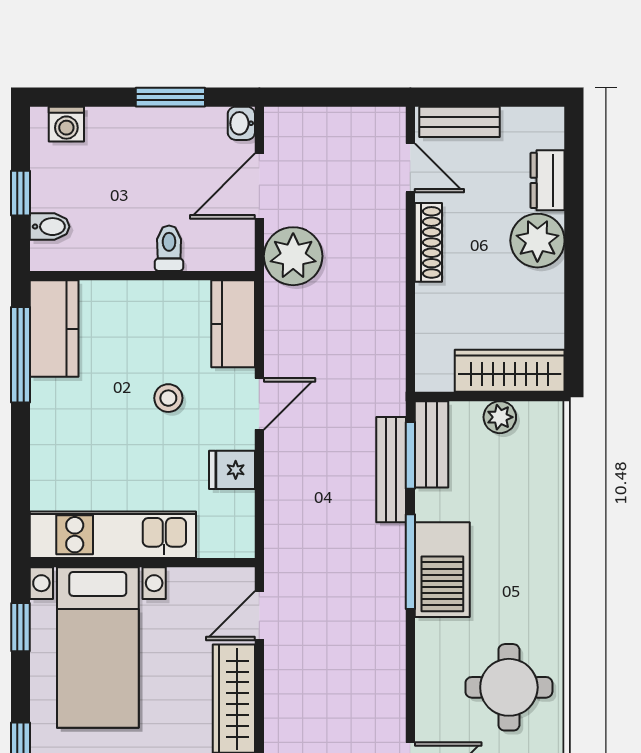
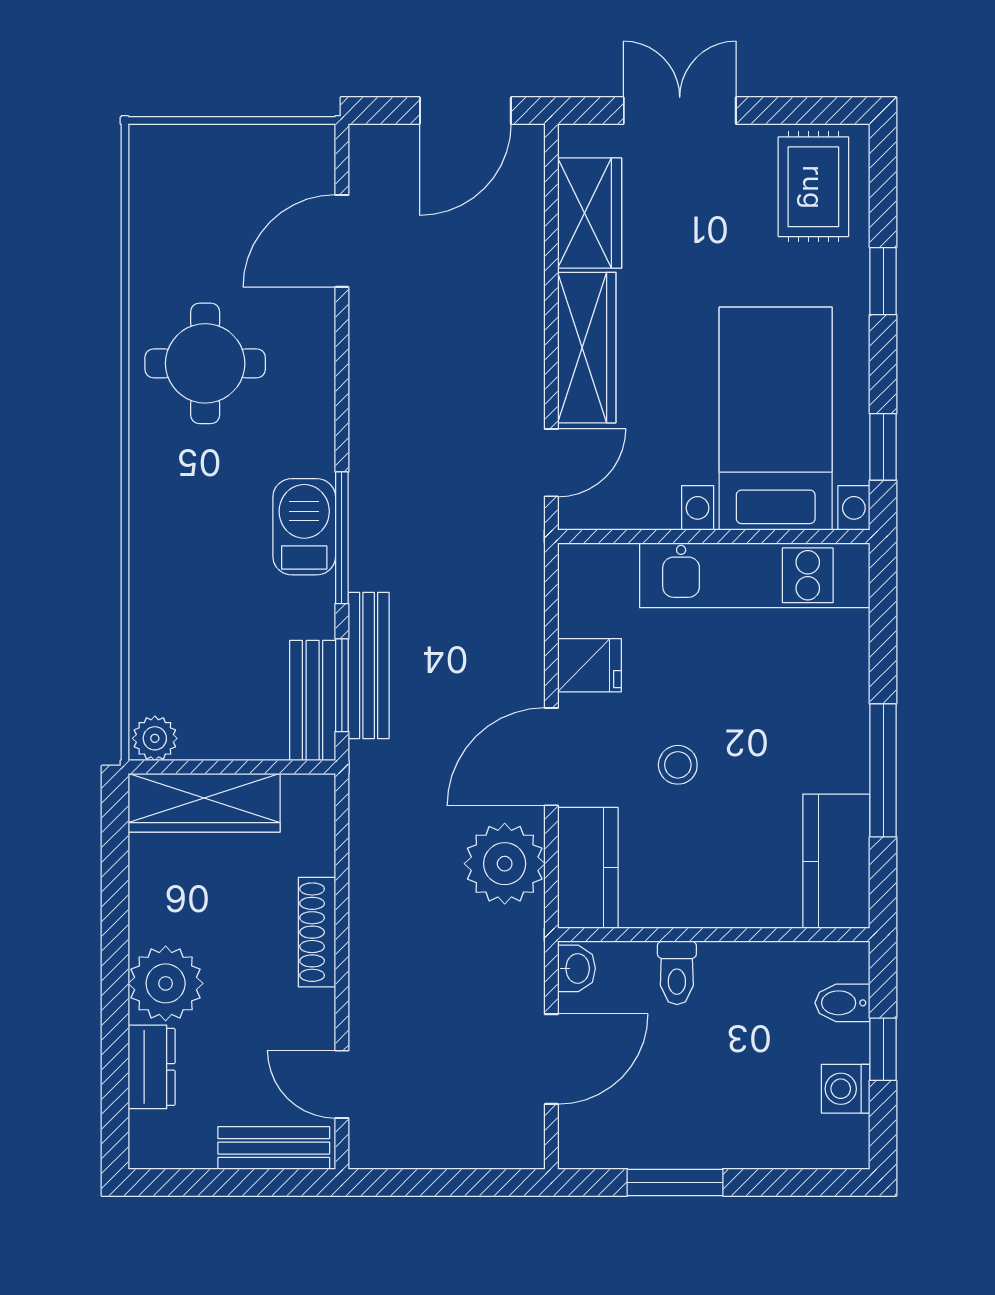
washbasin: (241, 123) -> (576, 968), moved
washing machine: (66, 124) -> (846, 1089), moved, turned -90
shoe rack: (428, 242) -> (317, 932), moved
plant: (293, 256) -> (505, 864), moved
window: (20, 355) -> (883, 770), moved
door: (259, 404) -> (551, 757), width x1.38
plant: (500, 417) -> (155, 738), moved
barbecue: (442, 570) -> (304, 527), width x0.73, depth x0.83

